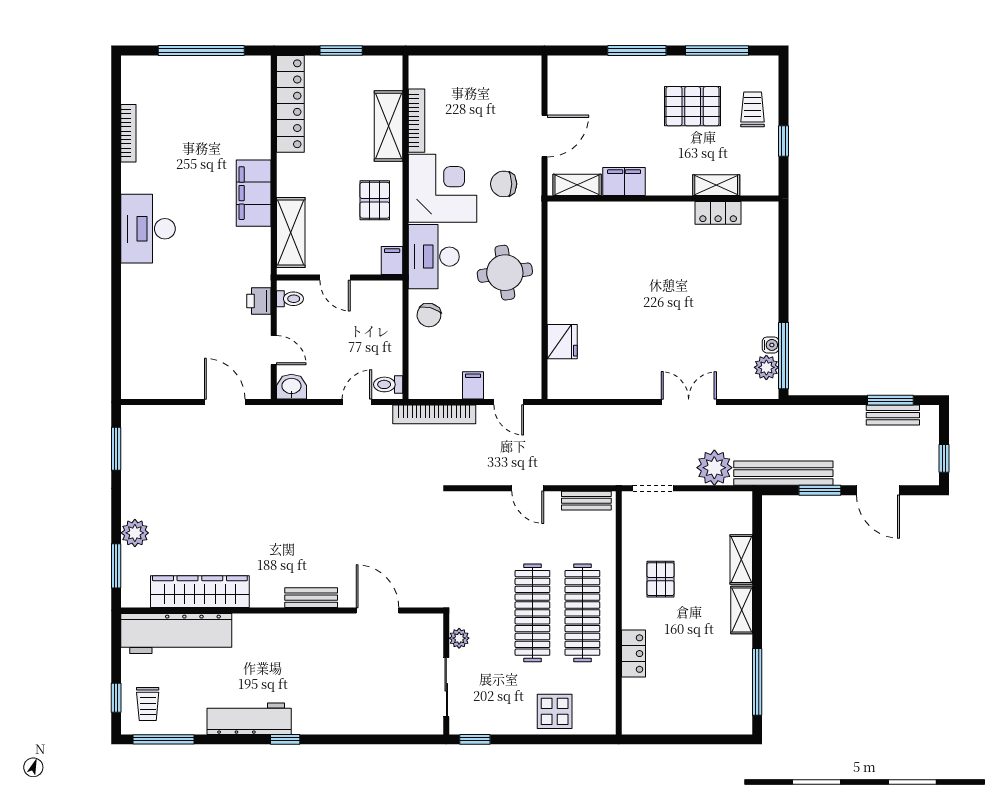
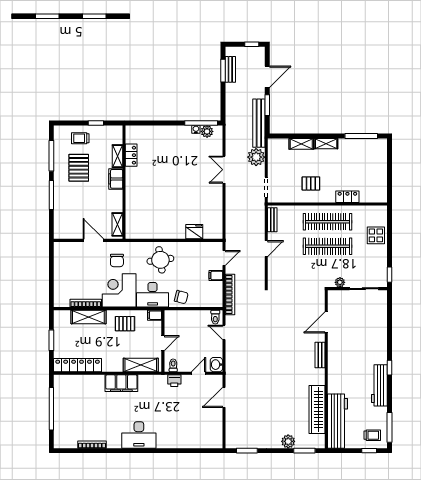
filing cabinet: (624, 182) -> (116, 179), moved

